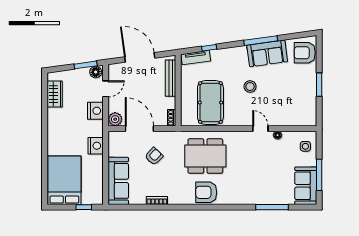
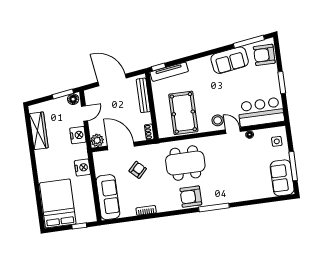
window: (261, 41) -> (249, 42), moved
window: (209, 48) -> (159, 67), moved
tv unit: (196, 58) -> (169, 72), width x1.41
stool: (250, 87) -> (218, 120), moved
wardrobe: (55, 94) -> (39, 131), width x1.50
bar counter: (293, 113) -> (261, 112), added
window: (272, 207) -> (214, 207), moved

